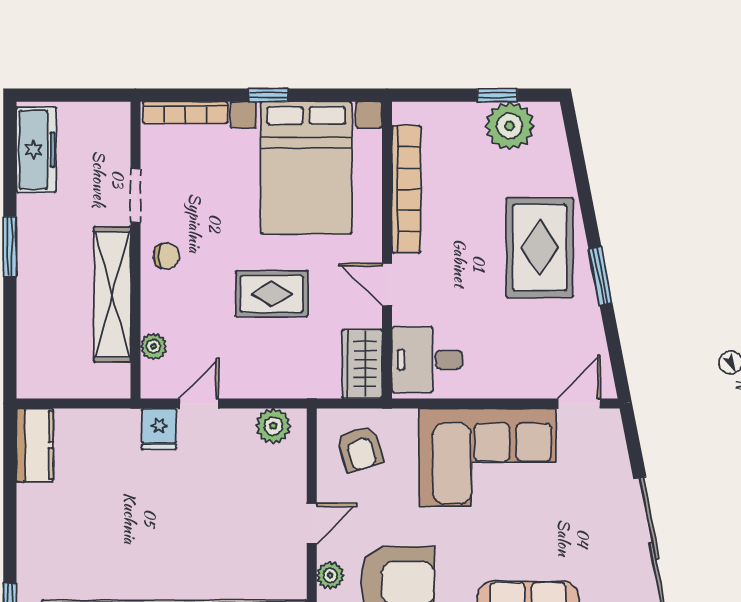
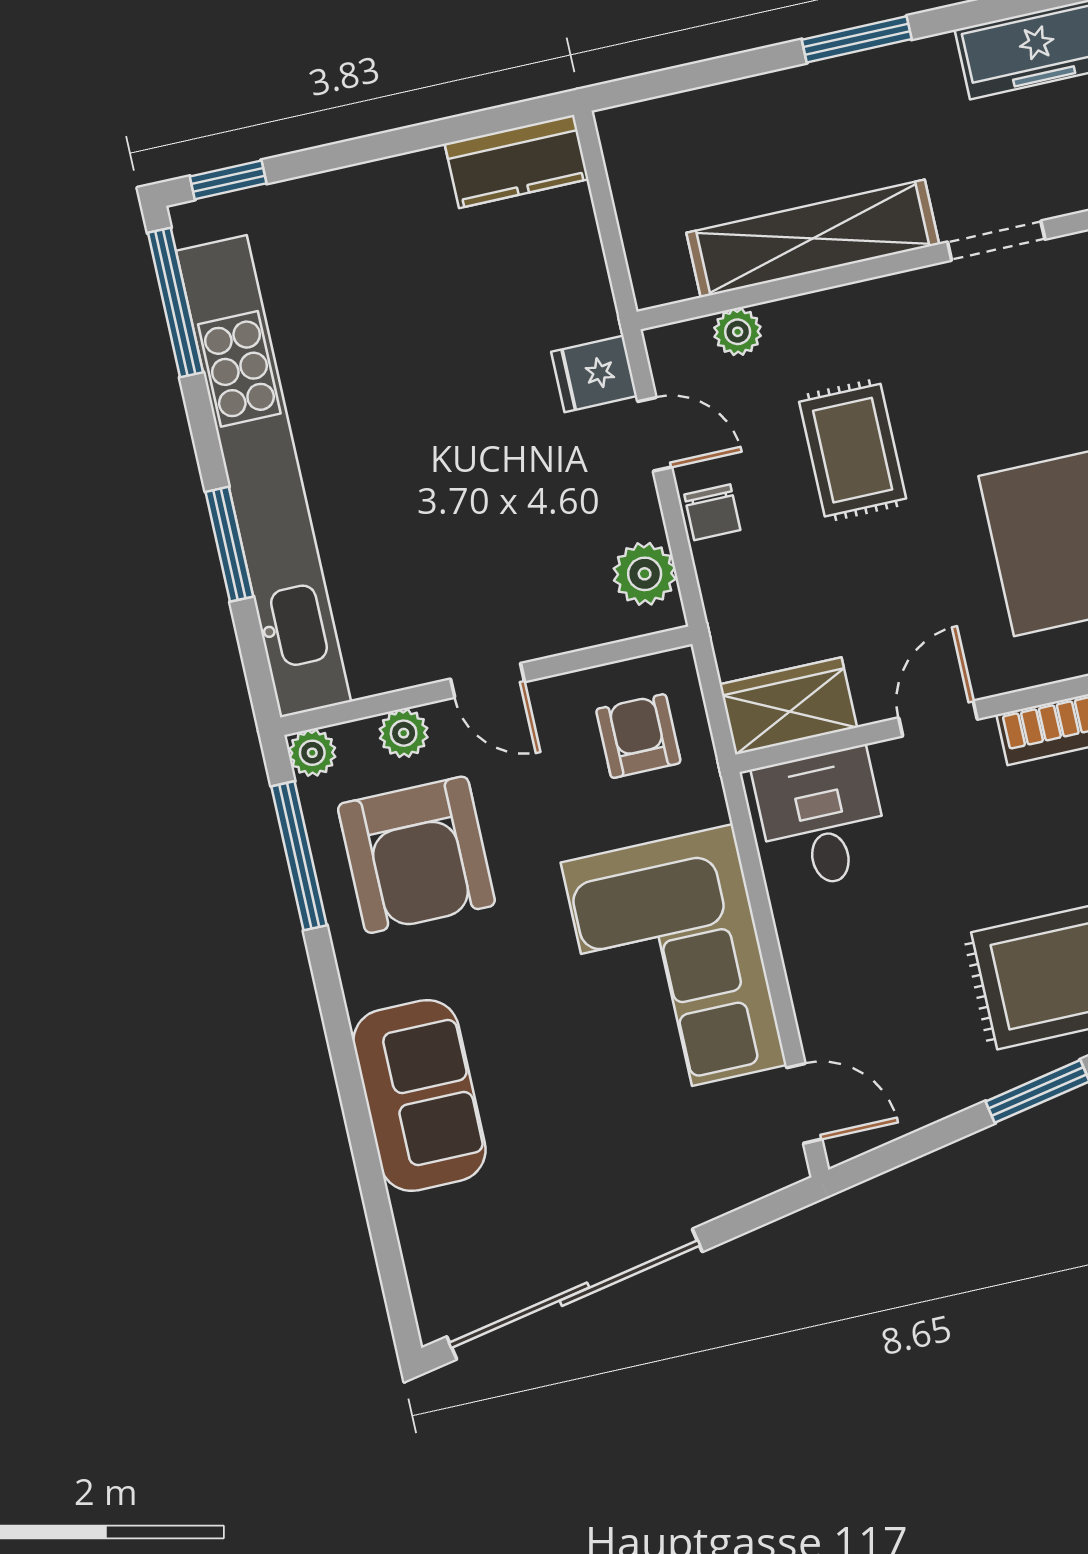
chair: (166, 256) -> (712, 512), moved
rug: (272, 294) -> (853, 450), moved
armchair: (360, 449) -> (638, 736), turned 107

